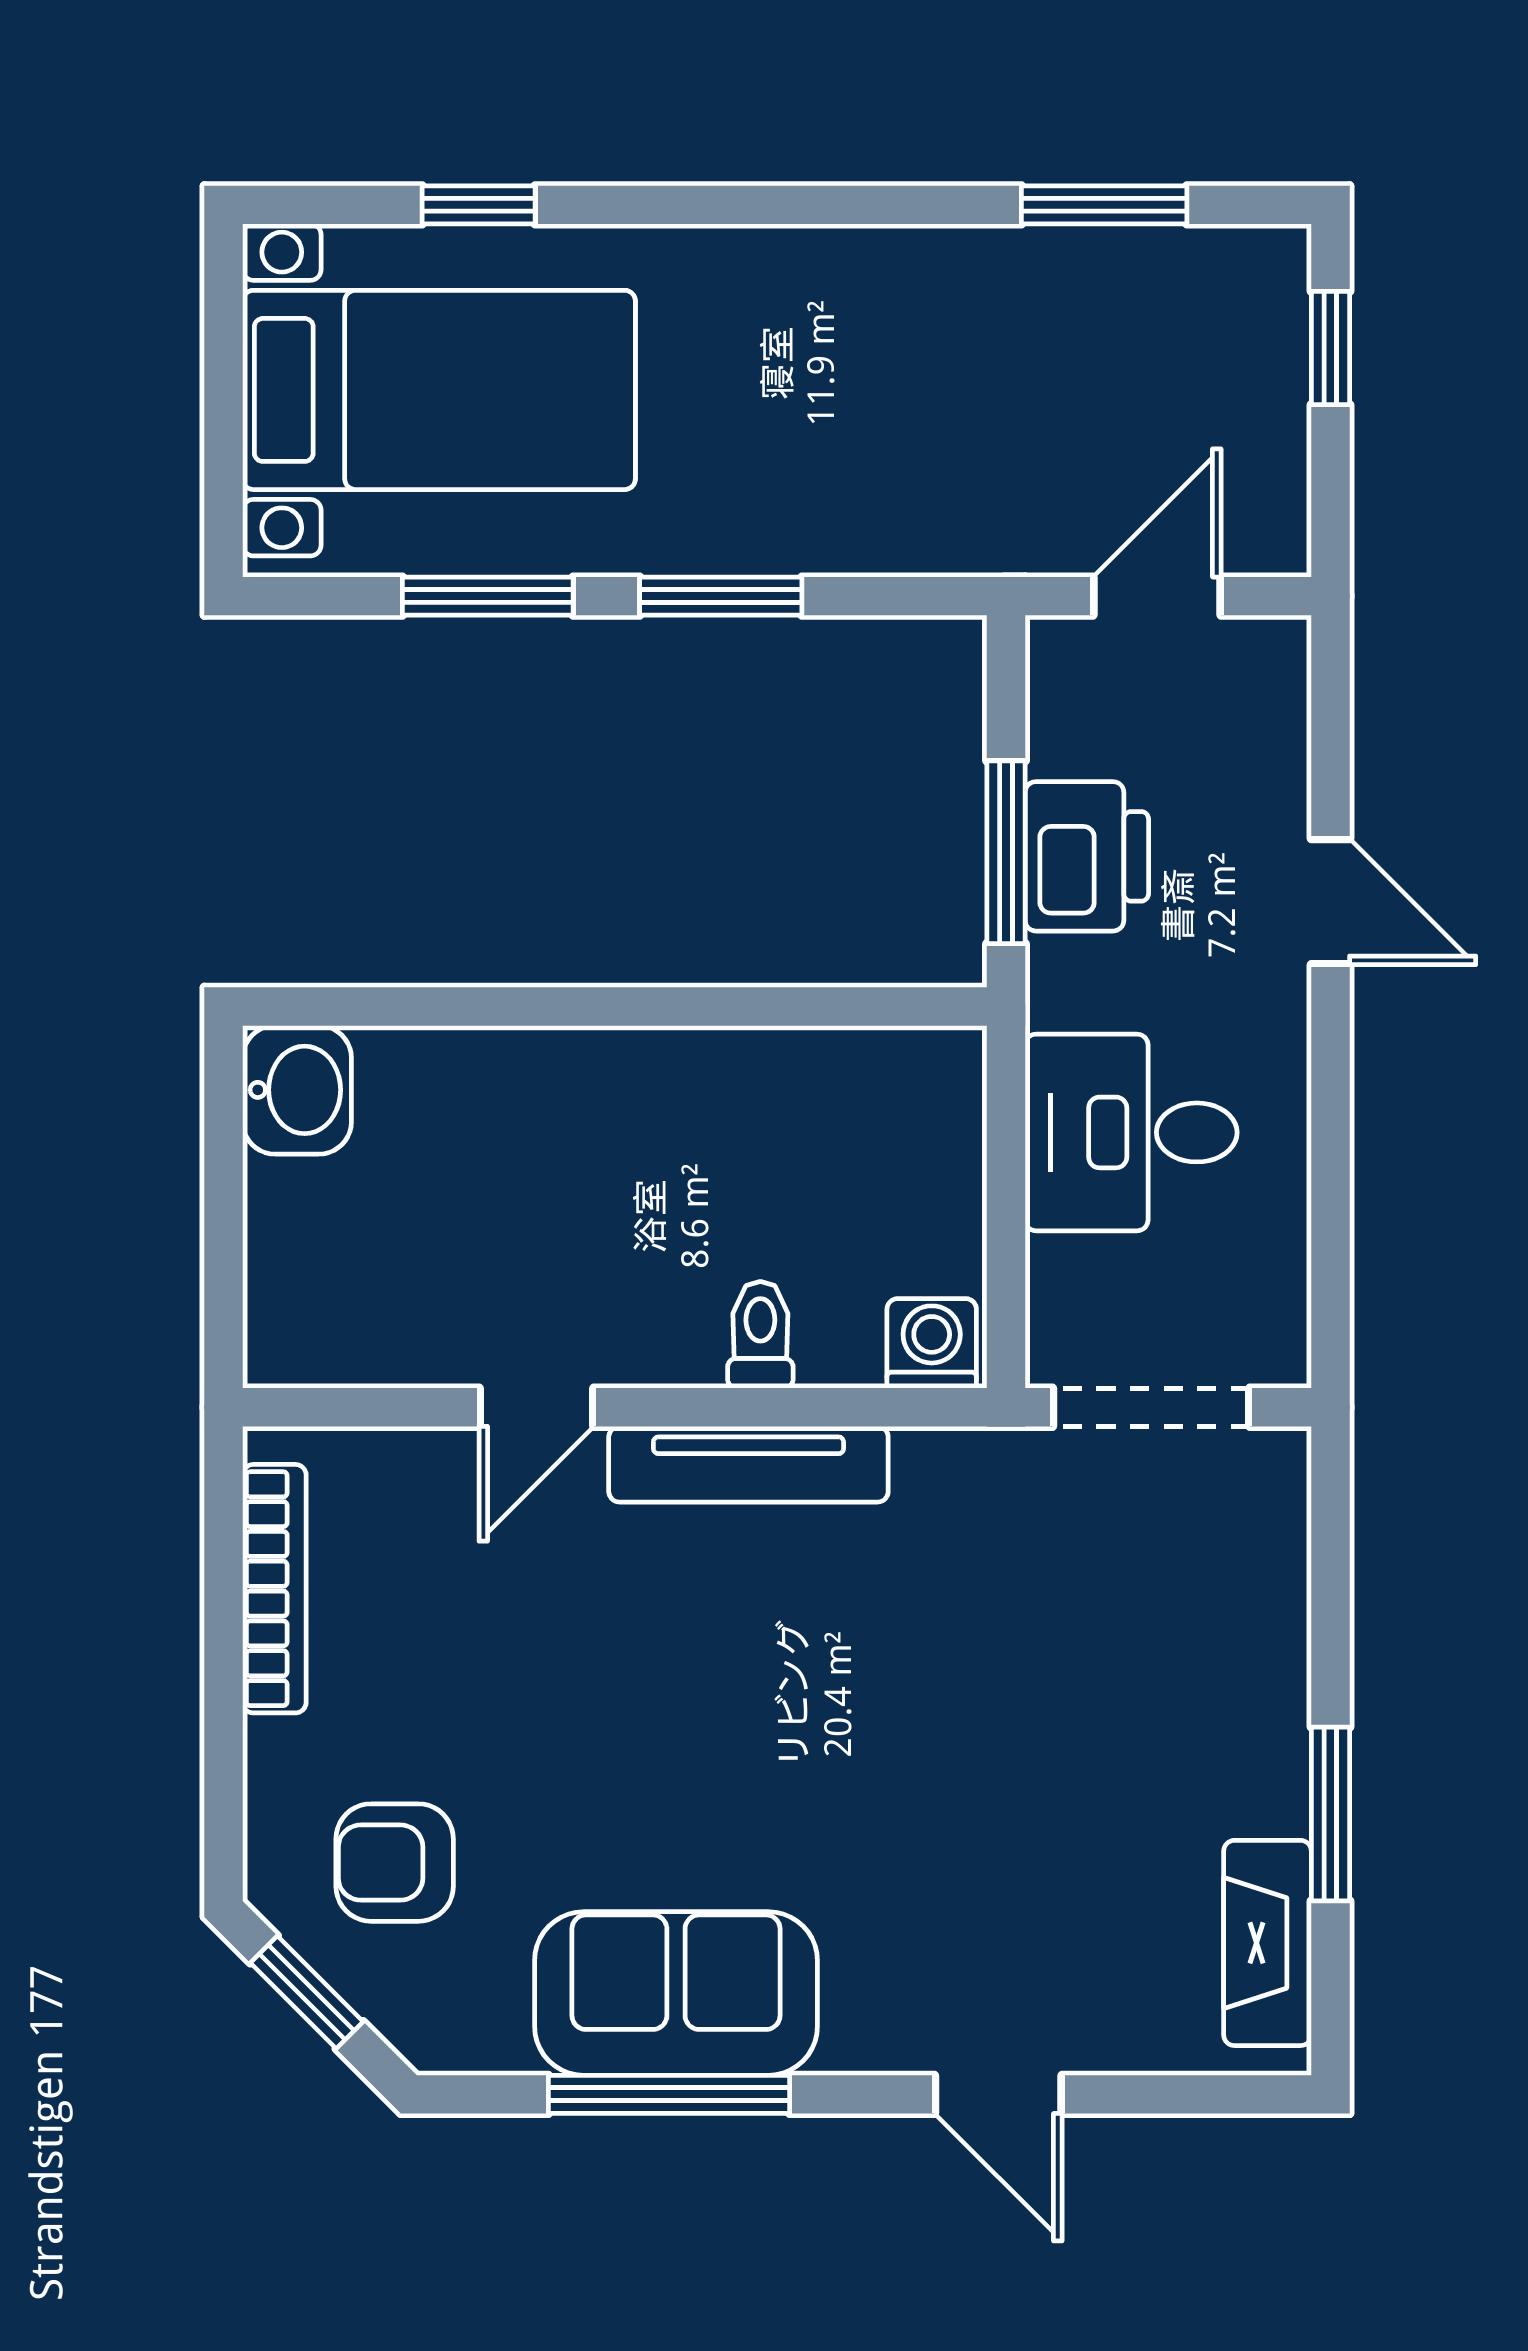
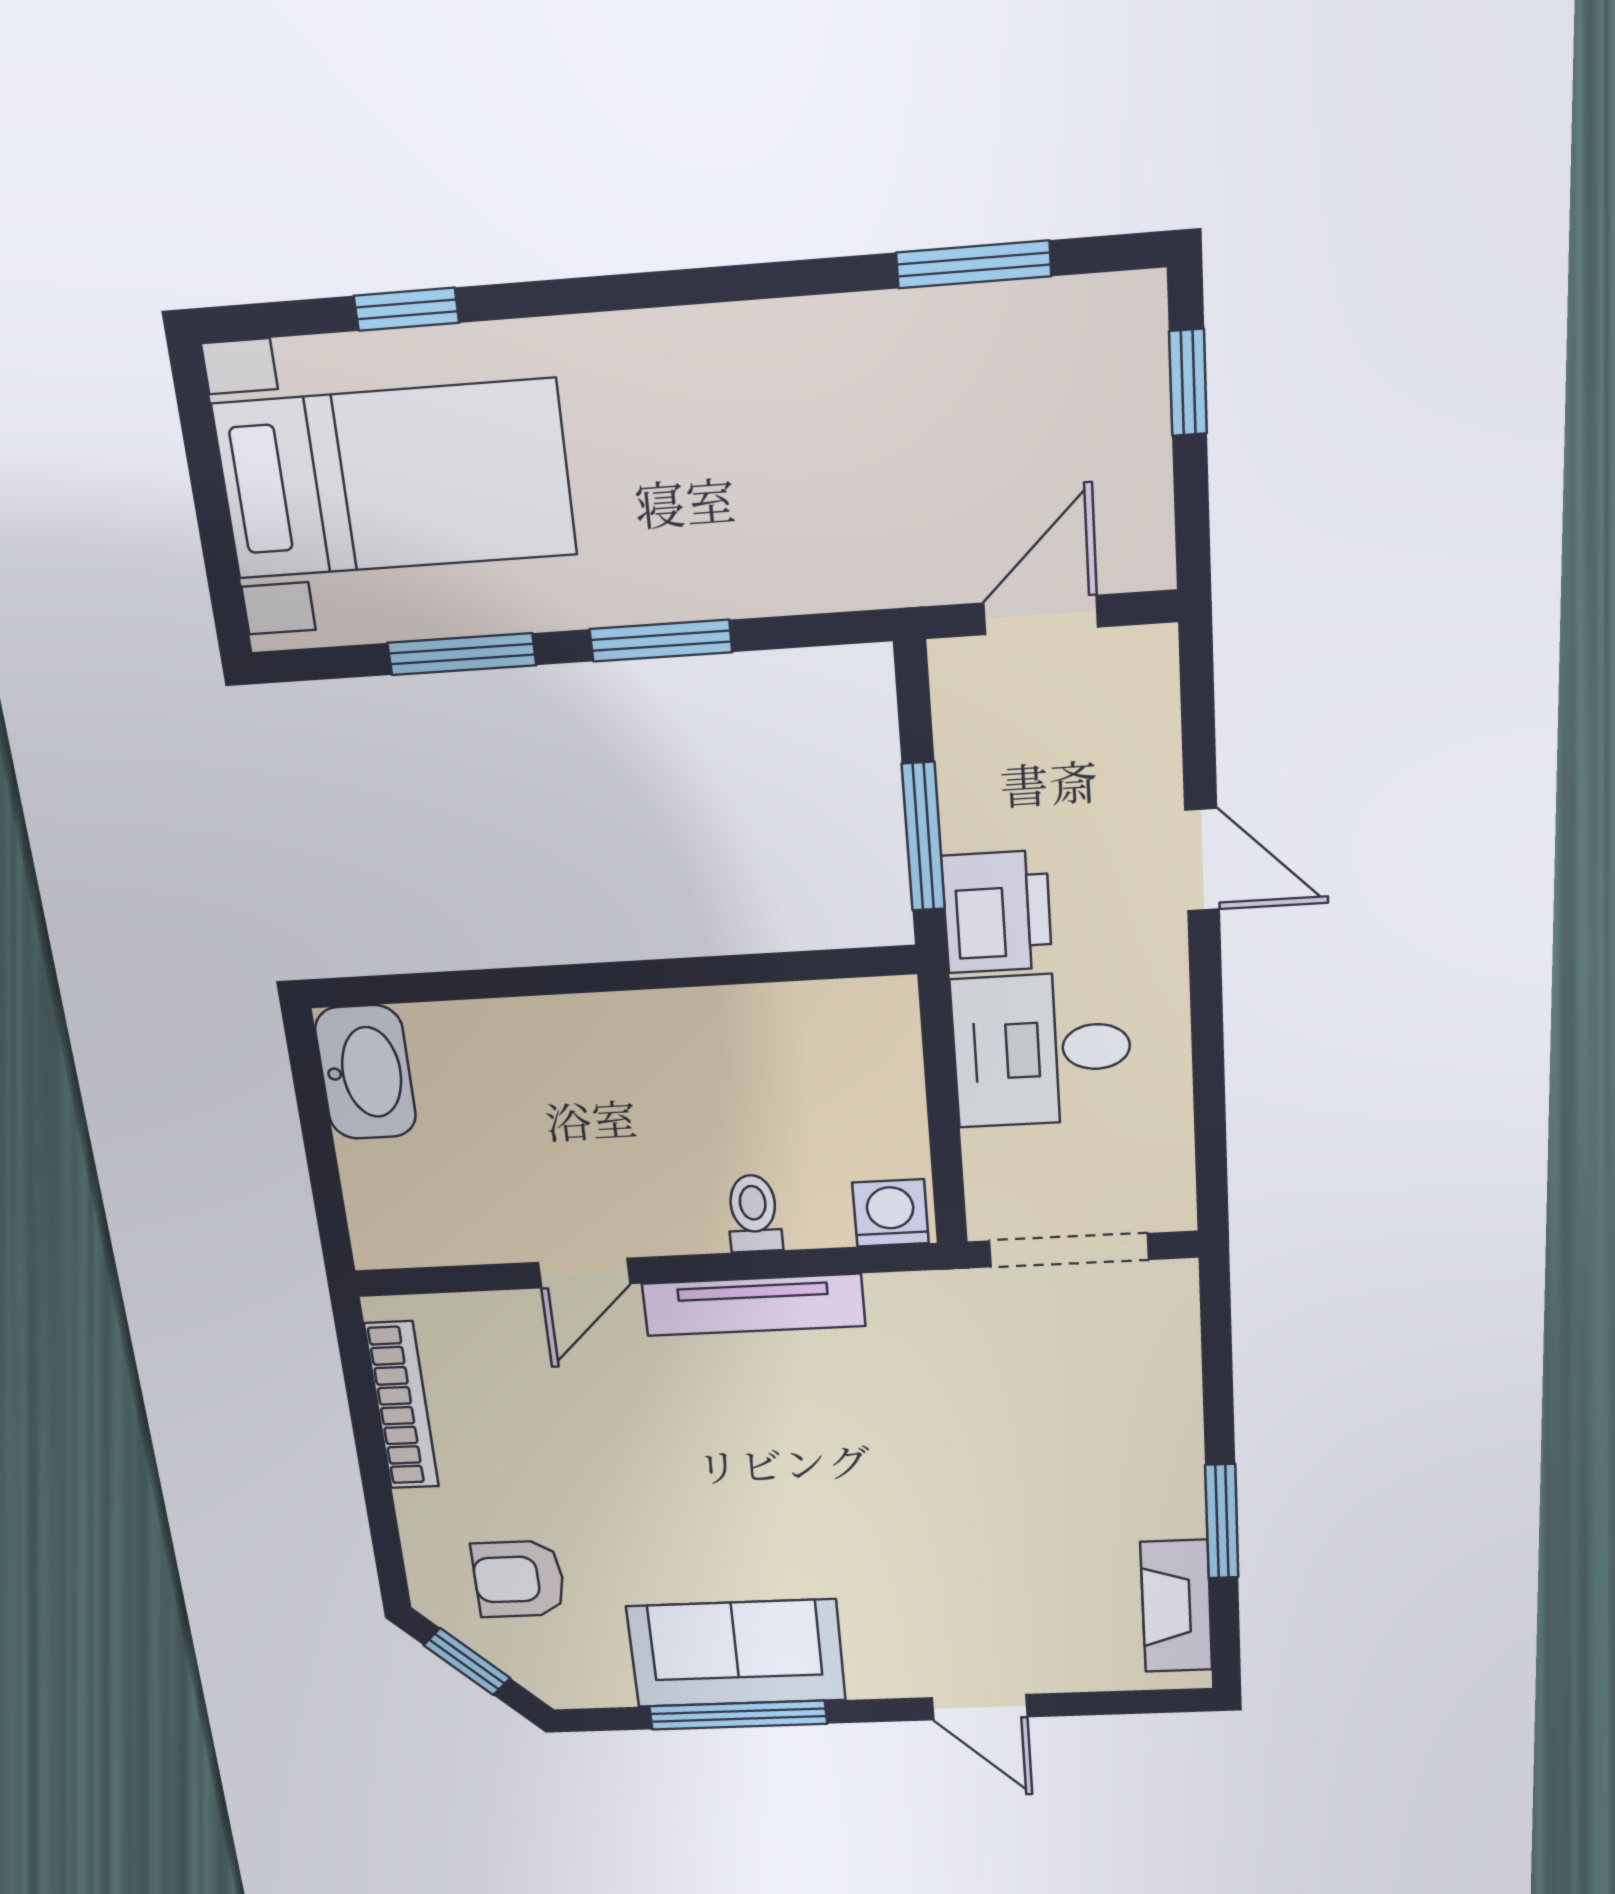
printer: (1087, 856) -> (997, 912), moved
washbasin: (297, 1090) -> (366, 1072), width x1.38

